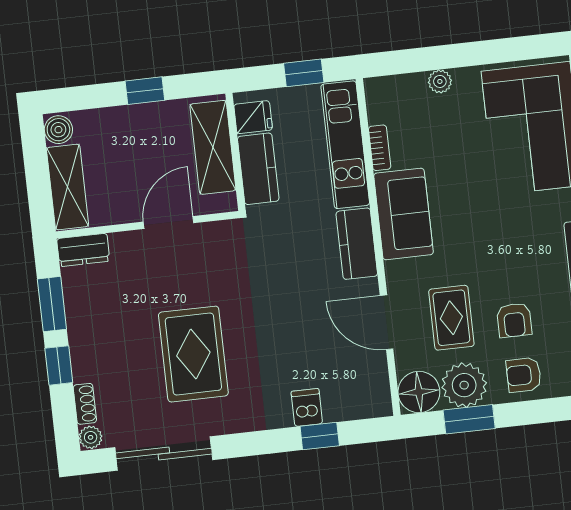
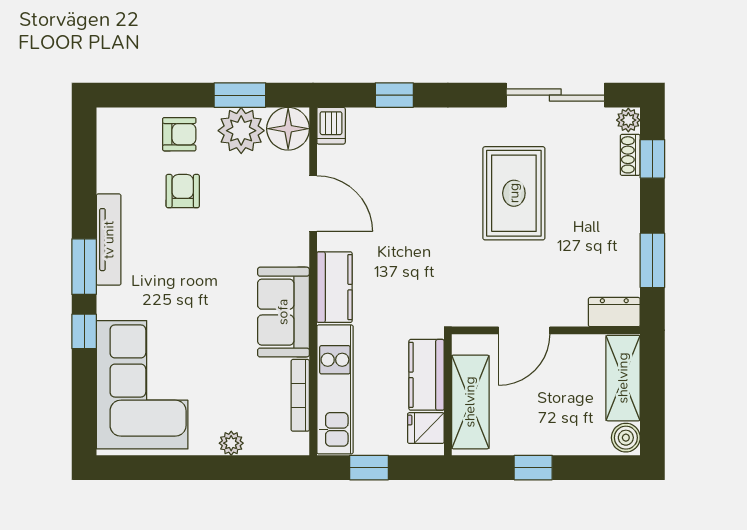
bookcase: (380, 148) -> (300, 395), width x1.56
rug: (451, 318) -> (246, 201), removed
window: (59, 365) -> (652, 159), moved
dishwasher: (307, 407) -> (331, 126), moved

